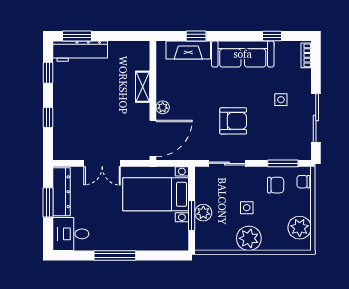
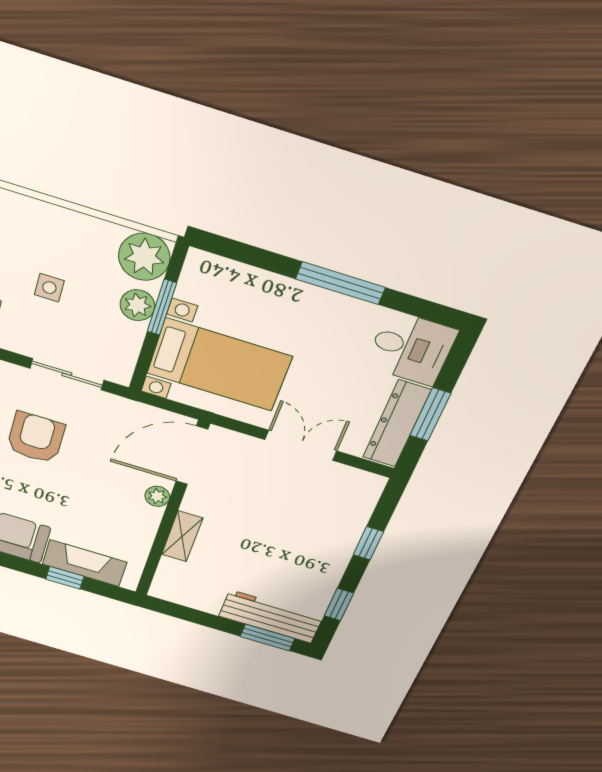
armchair: (233, 121) -> (36, 438), turned 90
plant: (249, 238) -> (144, 257), moved

